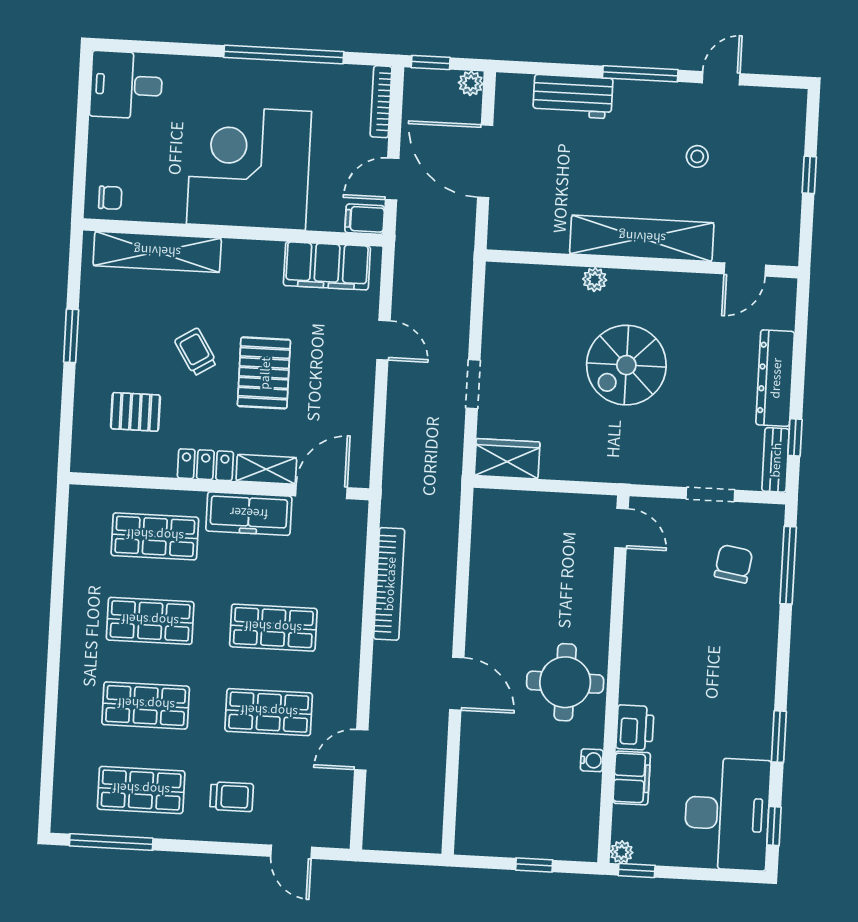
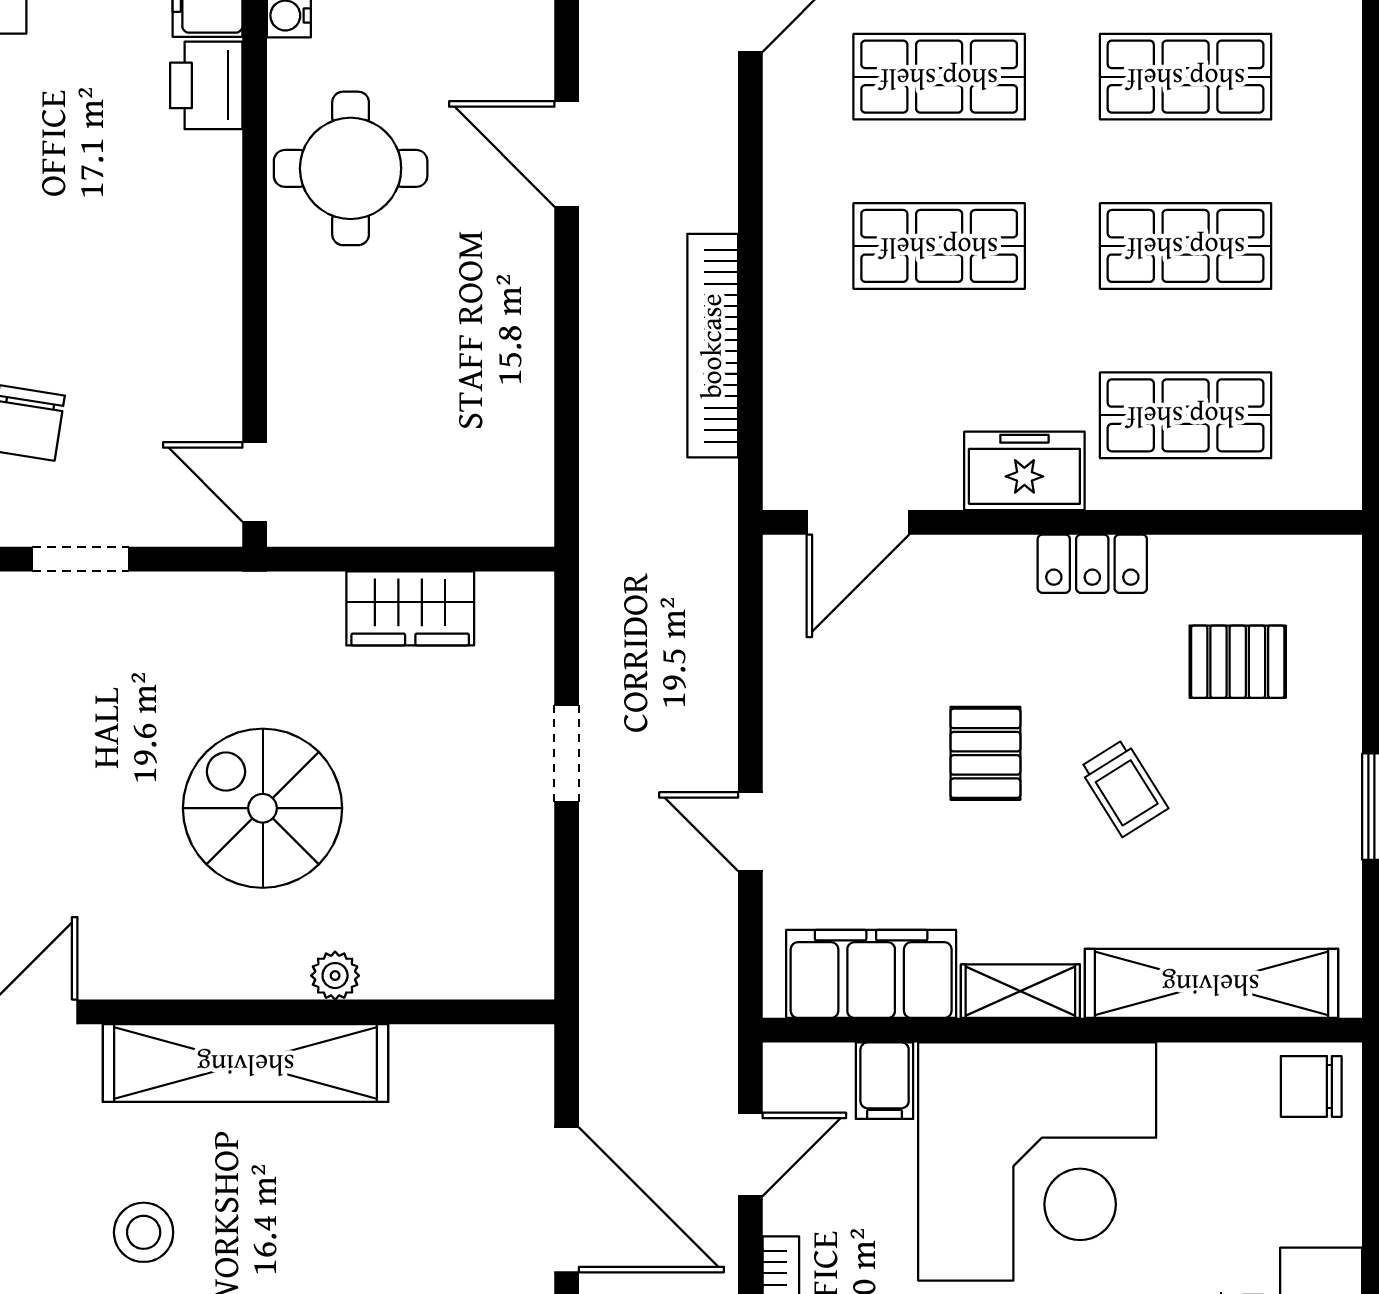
stool: (697, 156) -> (144, 1232), width x1.37, depth x1.37
chair: (110, 198) -> (1311, 1086), width x1.37, depth x1.37
filing cabinet: (365, 219) -> (885, 1081), moved, turned 90
spiral stairs: (626, 365) -> (263, 808), turned -90
pallet: (264, 373) -> (985, 753), width x0.67, depth x0.71
wardrobe: (507, 459) -> (410, 608), moved
shelving: (266, 469) -> (1020, 991), moved
freezer: (249, 514) -> (1024, 471), width x0.71

